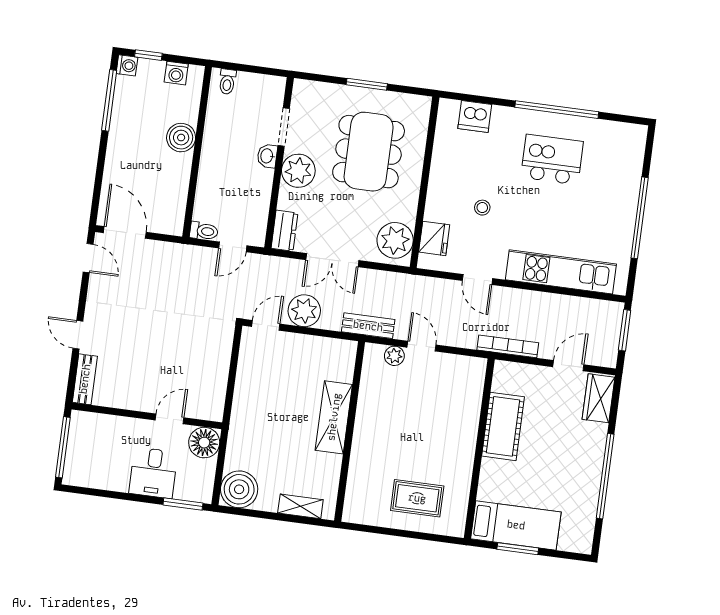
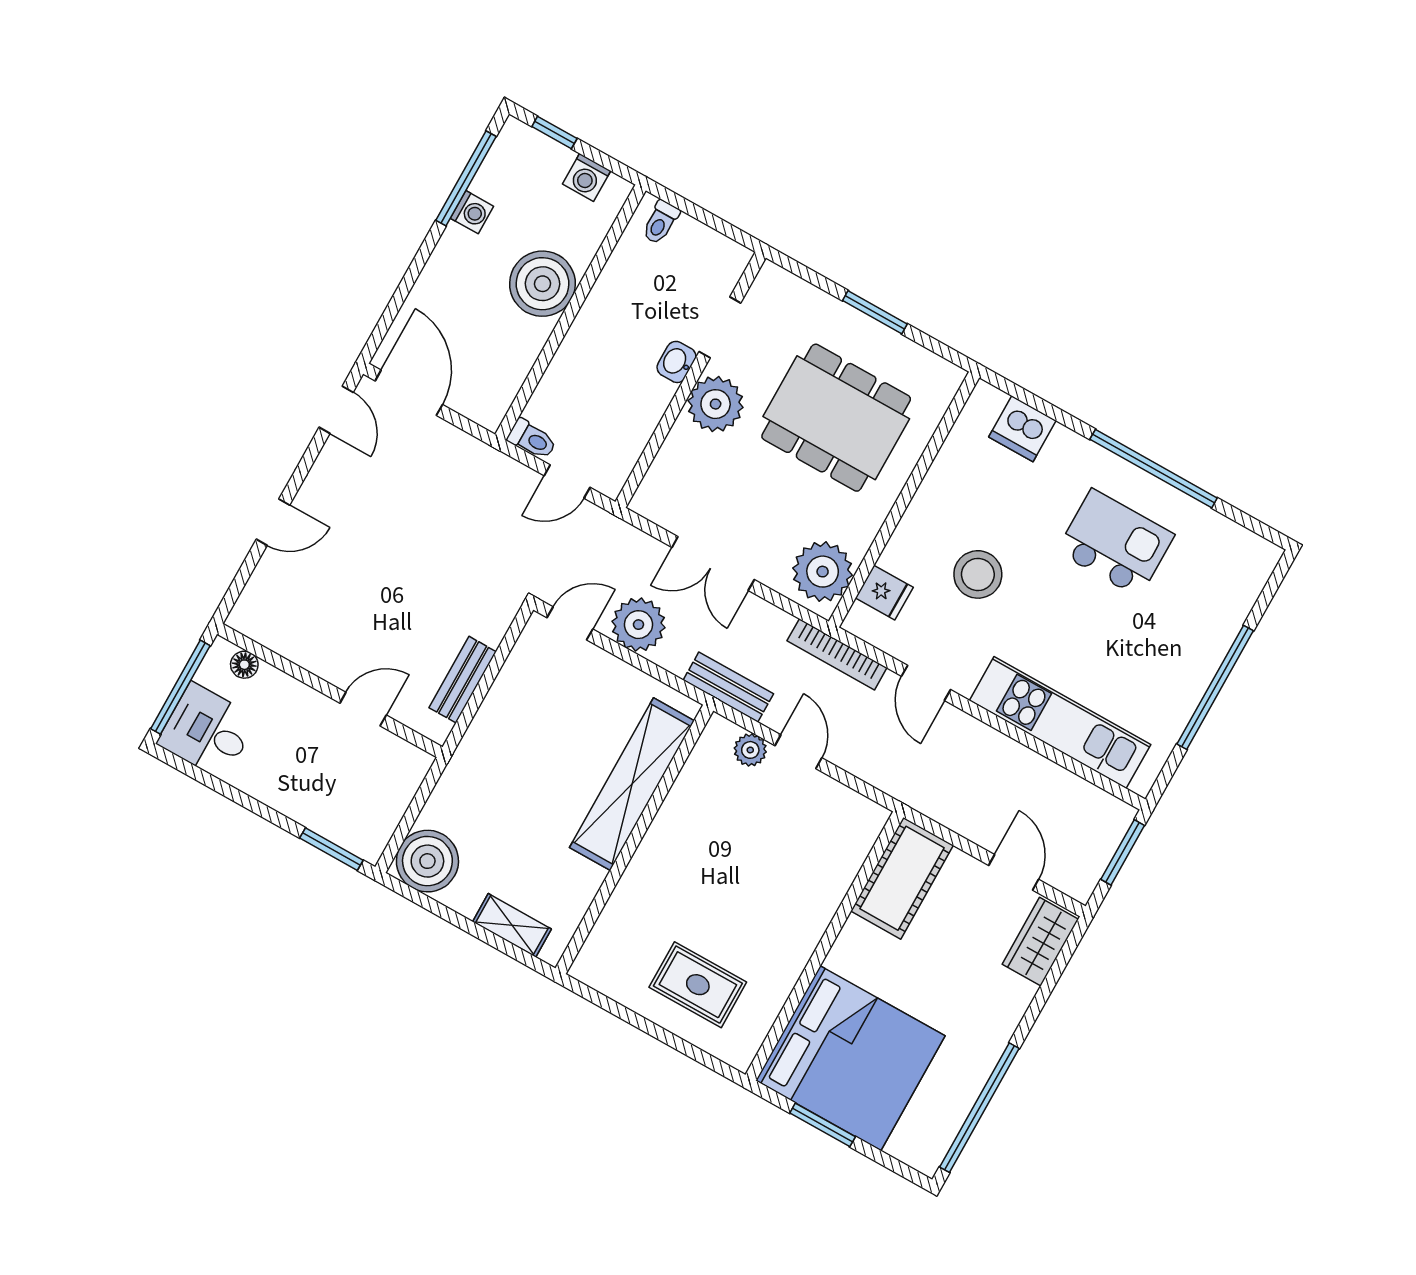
washing machine: (127, 65) -> (472, 212), moved
boiler: (181, 138) -> (542, 284), width x1.37, depth x1.37
dining table: (369, 152) -> (836, 418), turned 90
stool: (482, 208) -> (978, 574), width x1.89, depth x1.89
dresser: (284, 231) -> (657, 488), removed
fridge: (434, 238) -> (884, 593), width x0.72
door: (78, 335) -> (273, 522), swing flipped
bookcase: (508, 346) -> (837, 654), moved, turned 180
door: (568, 366) -> (1014, 872), hinge flipped
bench: (85, 379) -> (463, 680), moved
shelving: (334, 417) -> (632, 784), width x1.47
cot: (503, 426) -> (902, 878), moved
floor lamp: (204, 443) -> (244, 665), moved, width x0.53, depth x0.53
desk: (153, 473) -> (207, 731), moved, turned 90
window: (605, 476) -> (979, 1108), moved
bed: (516, 525) -> (850, 1058), width x2.04

